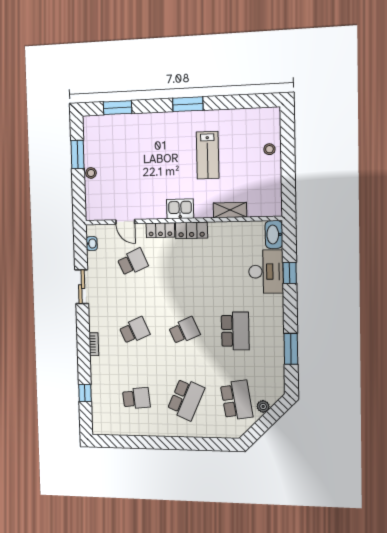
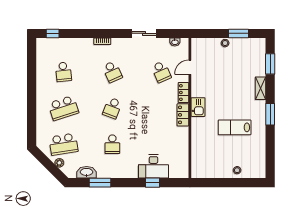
shelving: (230, 210) -> (260, 88), moved
washbasin: (274, 234) -> (87, 172), moved
school desk: (184, 331) -> (112, 108), turned 45
school desk: (235, 331) -> (112, 144), width x0.54
window: (85, 393) -> (53, 33), moved
school desk: (186, 399) -> (63, 108), turned -42

